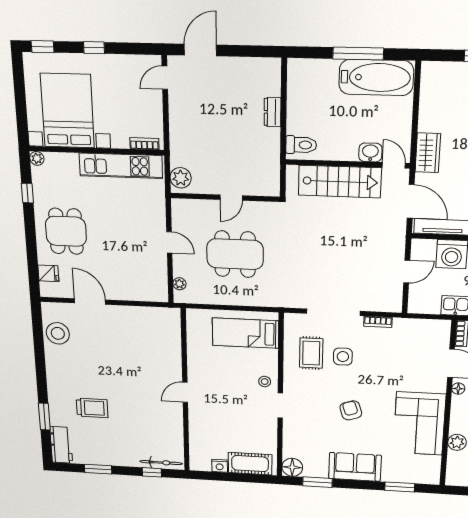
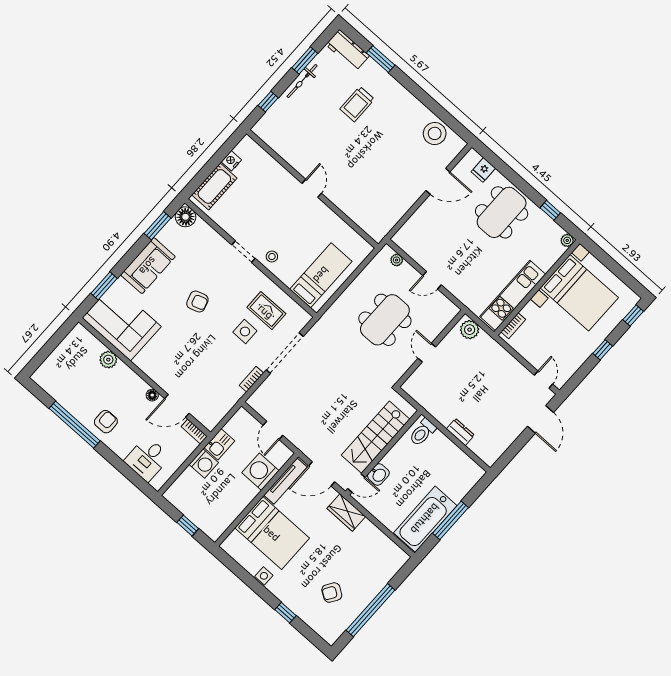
dining table: (66, 231) -> (502, 212), width x1.38
corner sofa: (419, 423) -> (122, 322), moved
bicycle: (161, 463) -> (302, 81), moved

